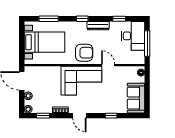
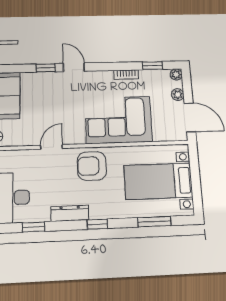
door: (108, 65) -> (51, 147), swing flipped
corner sofa: (81, 81) -> (118, 120), moved
door: (79, 116) -> (74, 67), moved

